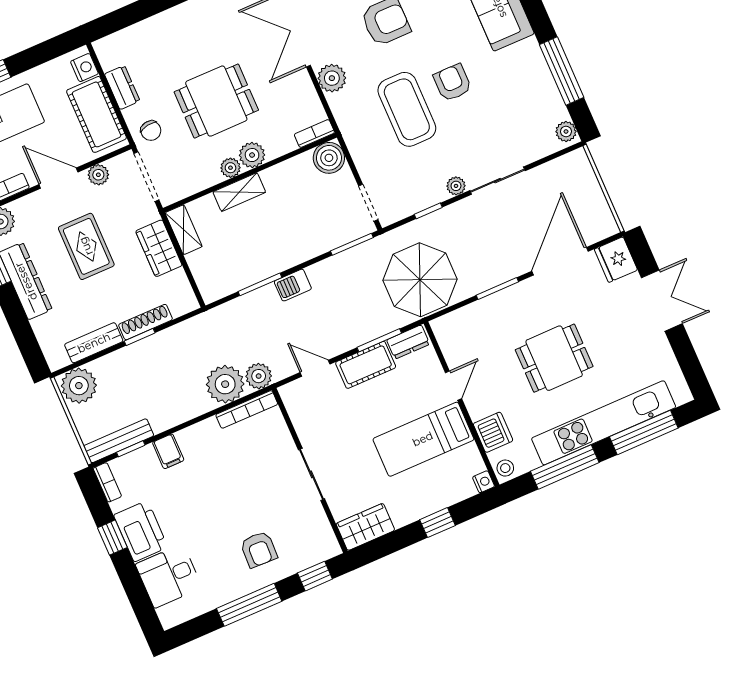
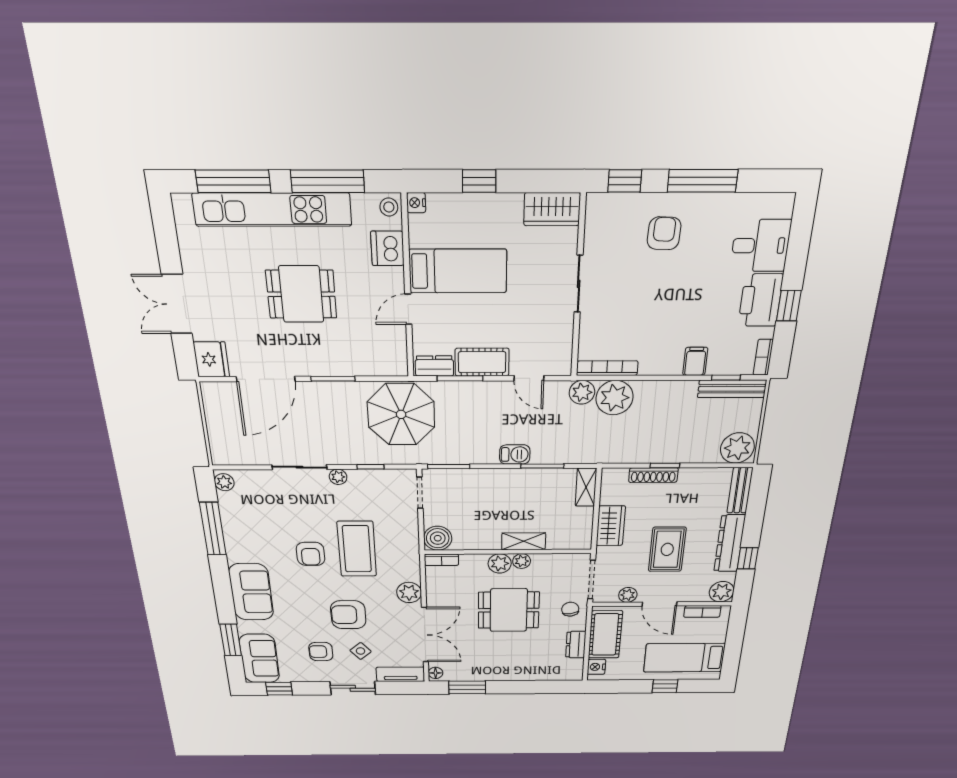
shelving: (184, 230) -> (586, 487), moved
bench: (94, 343) -> (740, 490), moved, turned 90

